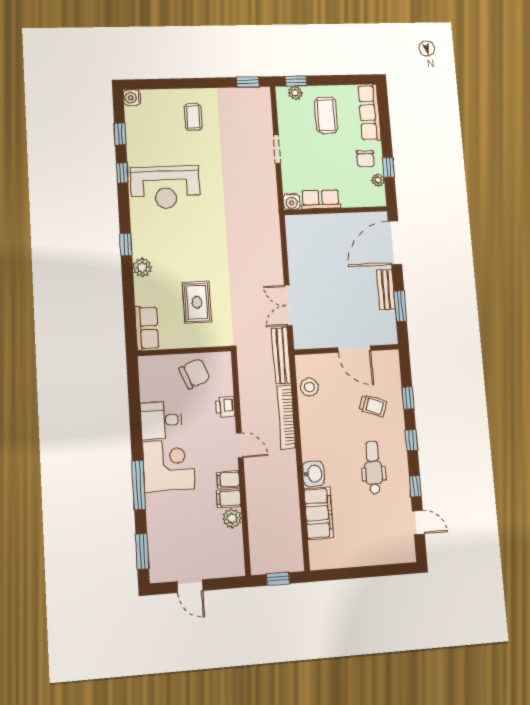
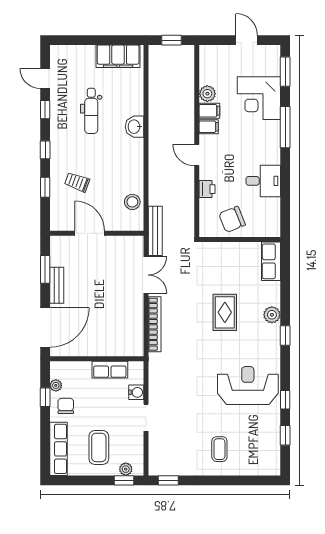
water cooler: (132, 98) -> (273, 468), removed
water cooler: (292, 202) -> (136, 392), moved, turned 90
rug: (197, 302) -> (225, 312), moved
bookcase: (286, 417) -> (155, 324), moved
corner desk: (169, 465) -> (259, 98), moved
dental chair: (373, 467) -> (91, 111), moved
filing cabinet: (319, 513) -> (118, 56), moved, turned -90

